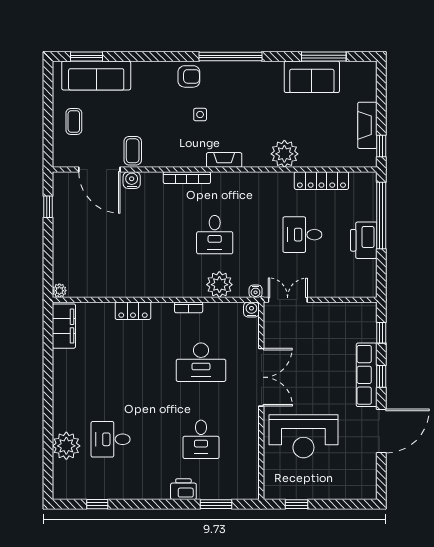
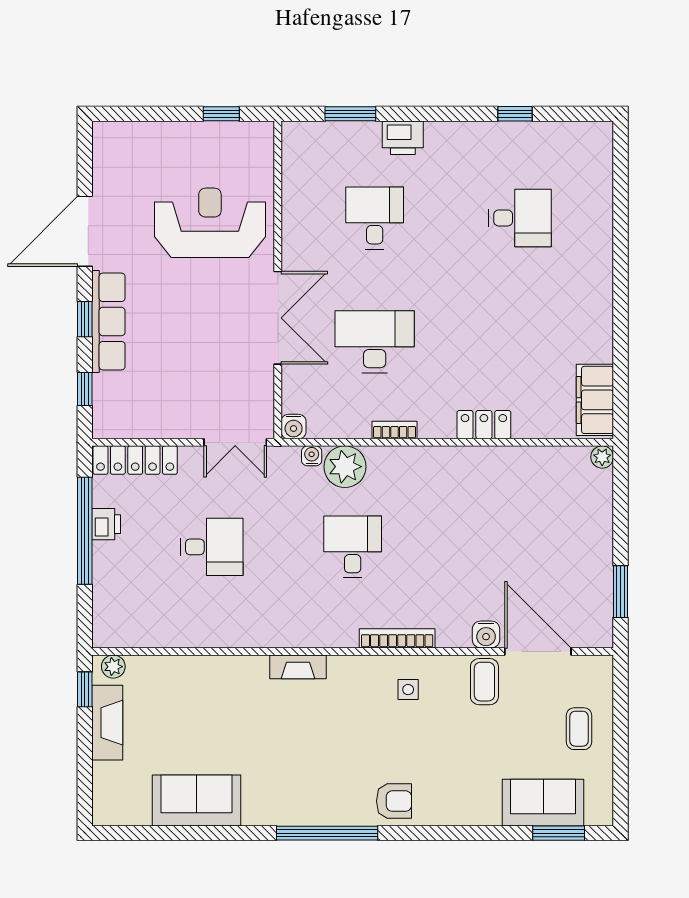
window: (324, 57) -> (177, 833), removed
sofa: (96, 76) -> (543, 803), width x0.73
armchair: (189, 76) -> (394, 801), turned 180
side table: (200, 115) -> (408, 690), moved
plant: (284, 154) -> (113, 667), moved, width x0.53, depth x0.53
fireplace: (224, 160) -> (298, 667), moved
locker: (321, 181) -> (135, 460), moved, turned 180
window: (48, 207) -> (620, 592), width x1.50
window: (381, 215) -> (85, 531), moved
printer: (364, 240) -> (106, 524), width x0.53, depth x0.68
water cooler: (256, 291) -> (312, 456), moved
double door: (261, 377) -> (278, 318), swing flipped
plant: (66, 446) -> (591, 208), removed
window: (97, 504) -> (515, 114), moved

